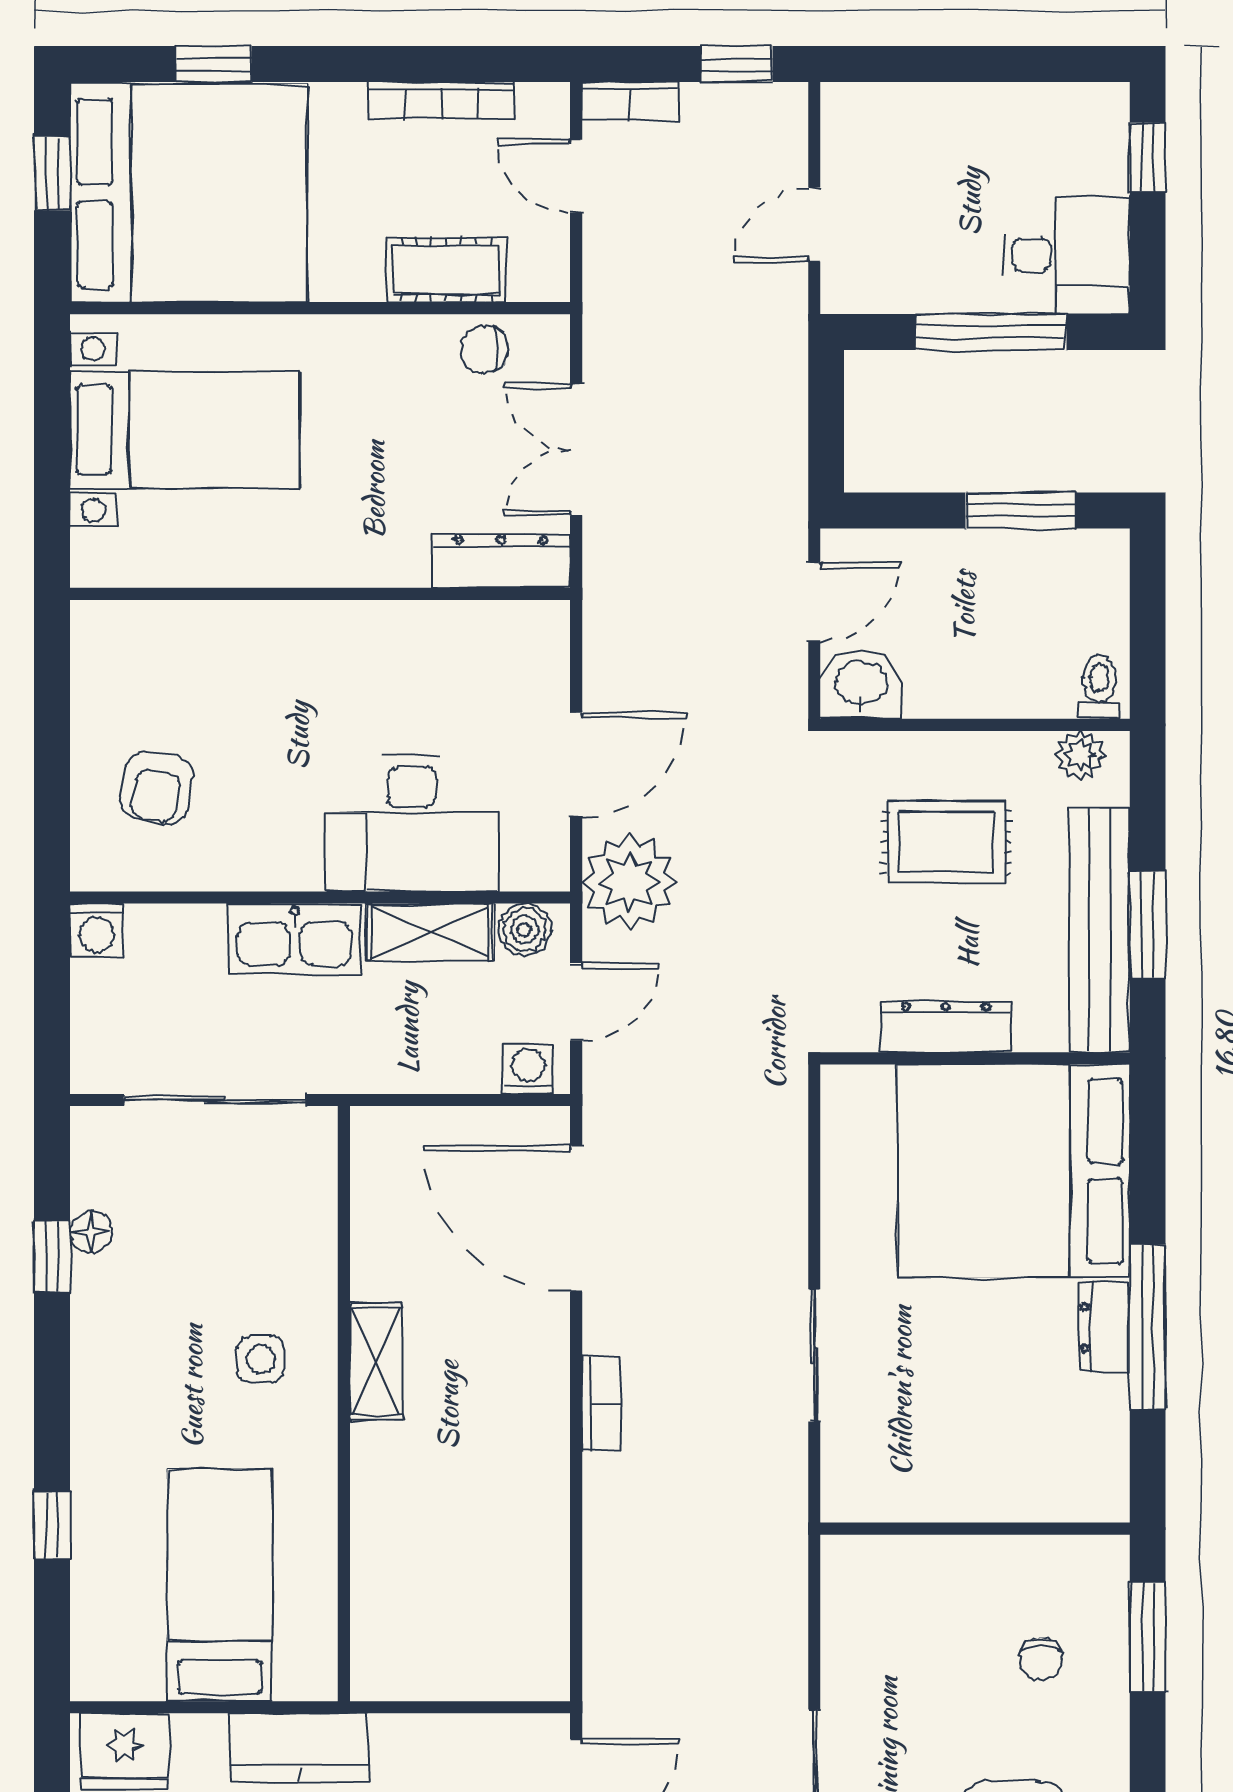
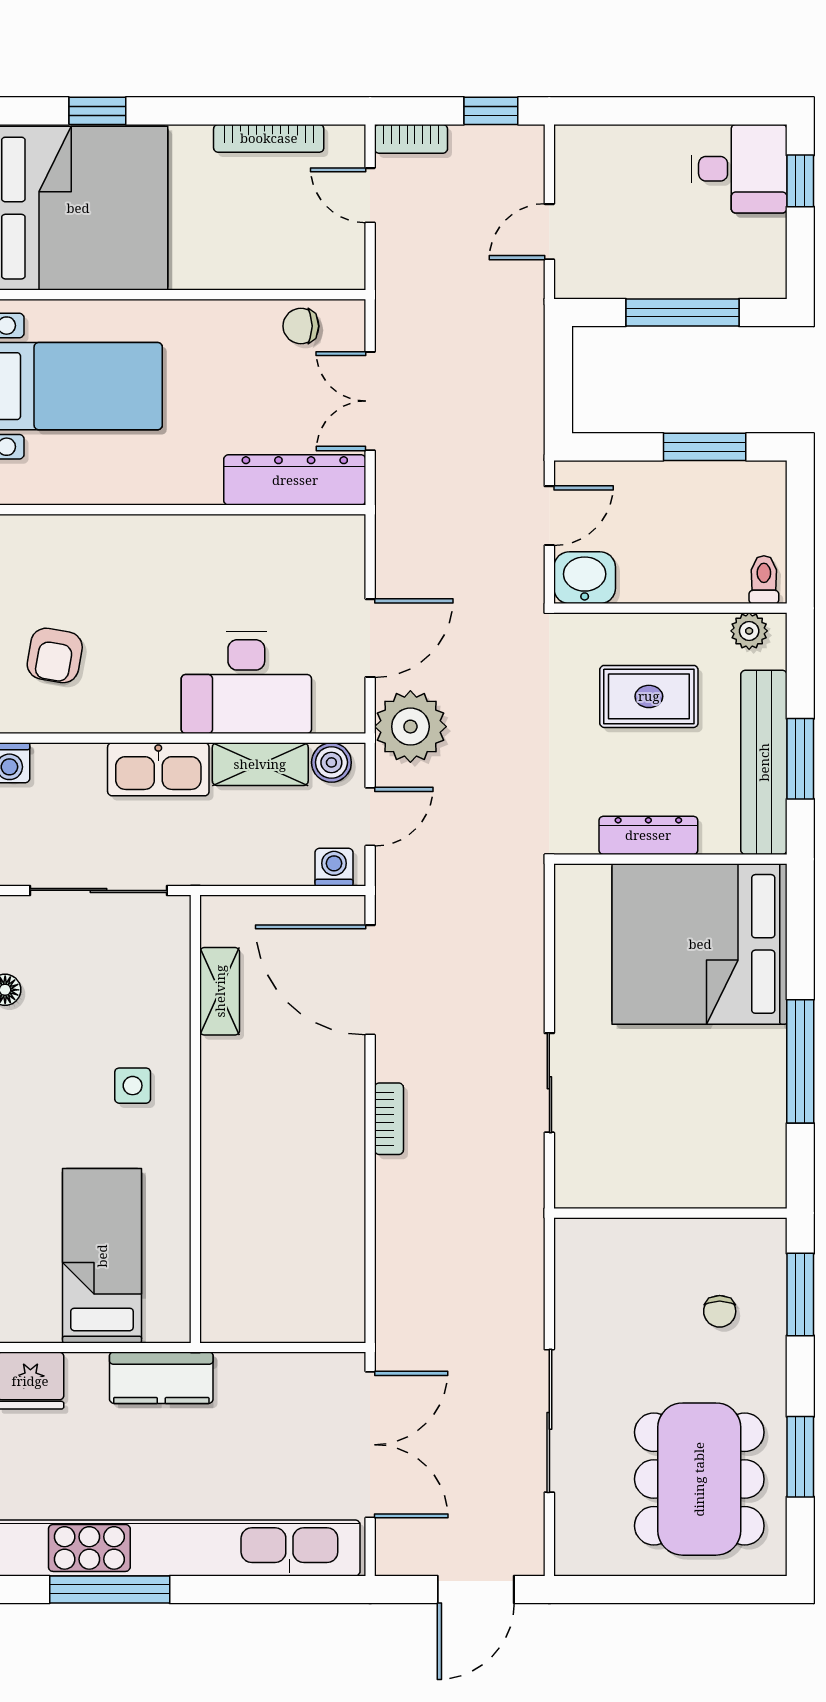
desk: (1066, 255) -> (739, 169), moved
cot: (446, 270) -> (272, 266), removed
dresser: (501, 561) -> (295, 480), width x1.37, depth x1.24
dresser: (1104, 1327) -> (768, 1062), removed
shelving: (376, 1362) -> (220, 991), moved

